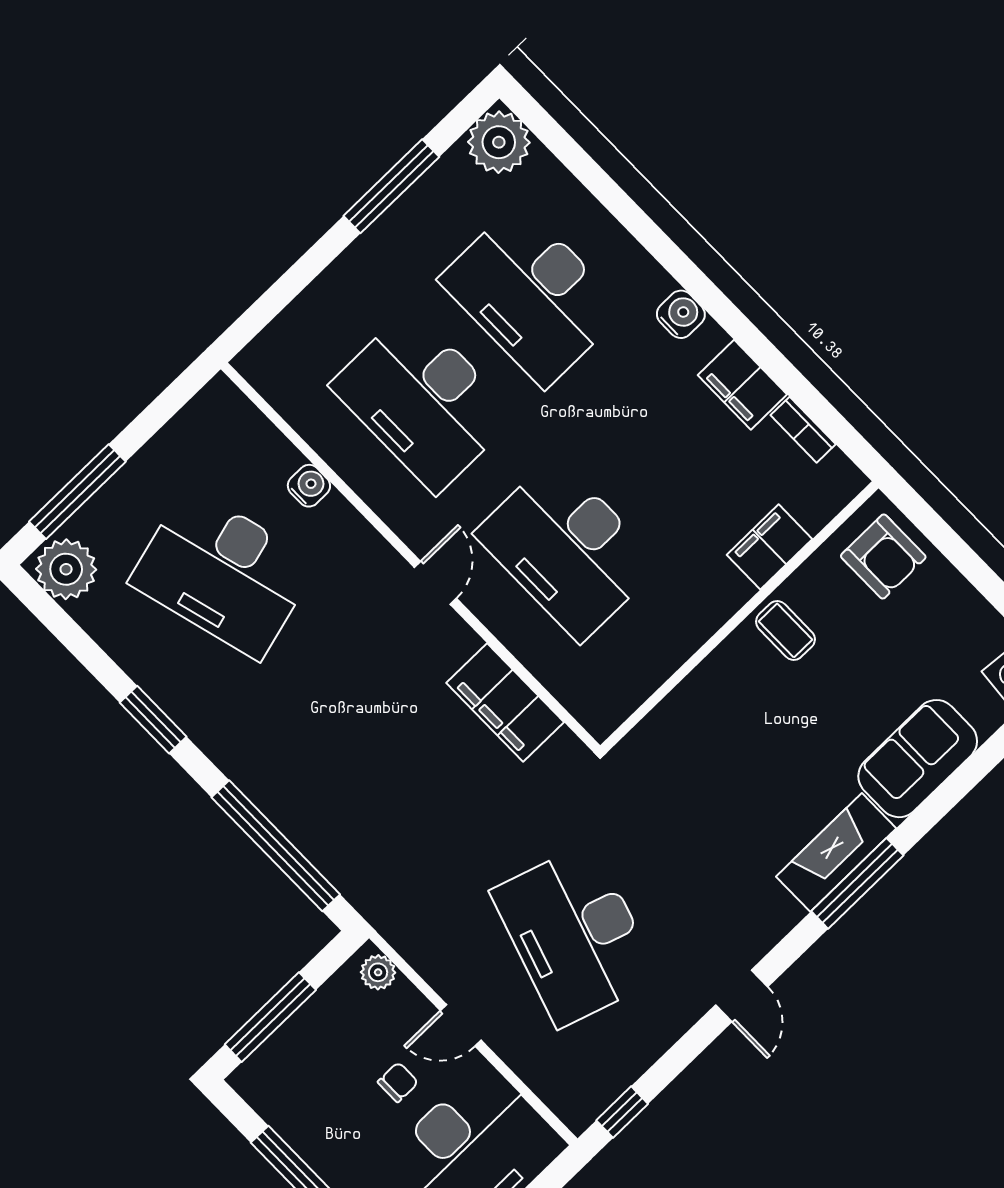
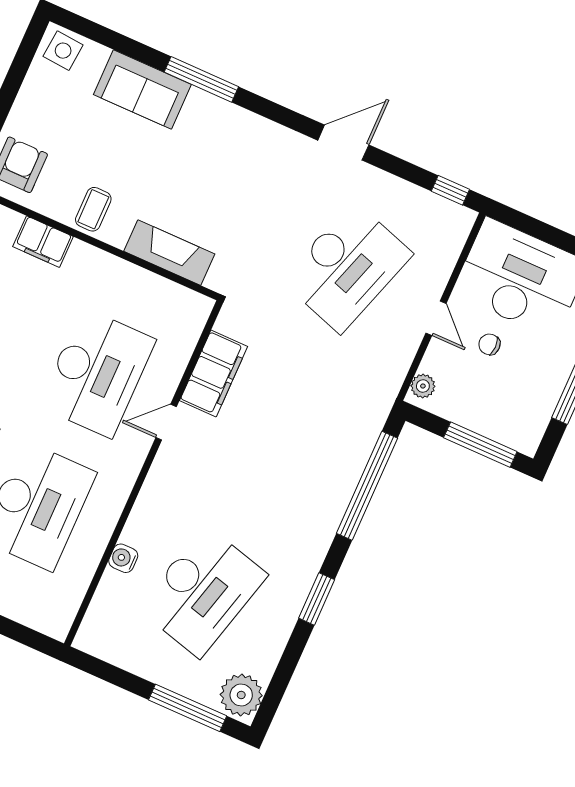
desk: (223, 573) -> (203, 592), turned 30
door: (435, 583) -> (166, 422), moved
fireplace: (836, 852) -> (169, 253), moved, turned 180
window: (857, 883) -> (201, 79), moved
door: (742, 996) -> (343, 143), width x1.38

